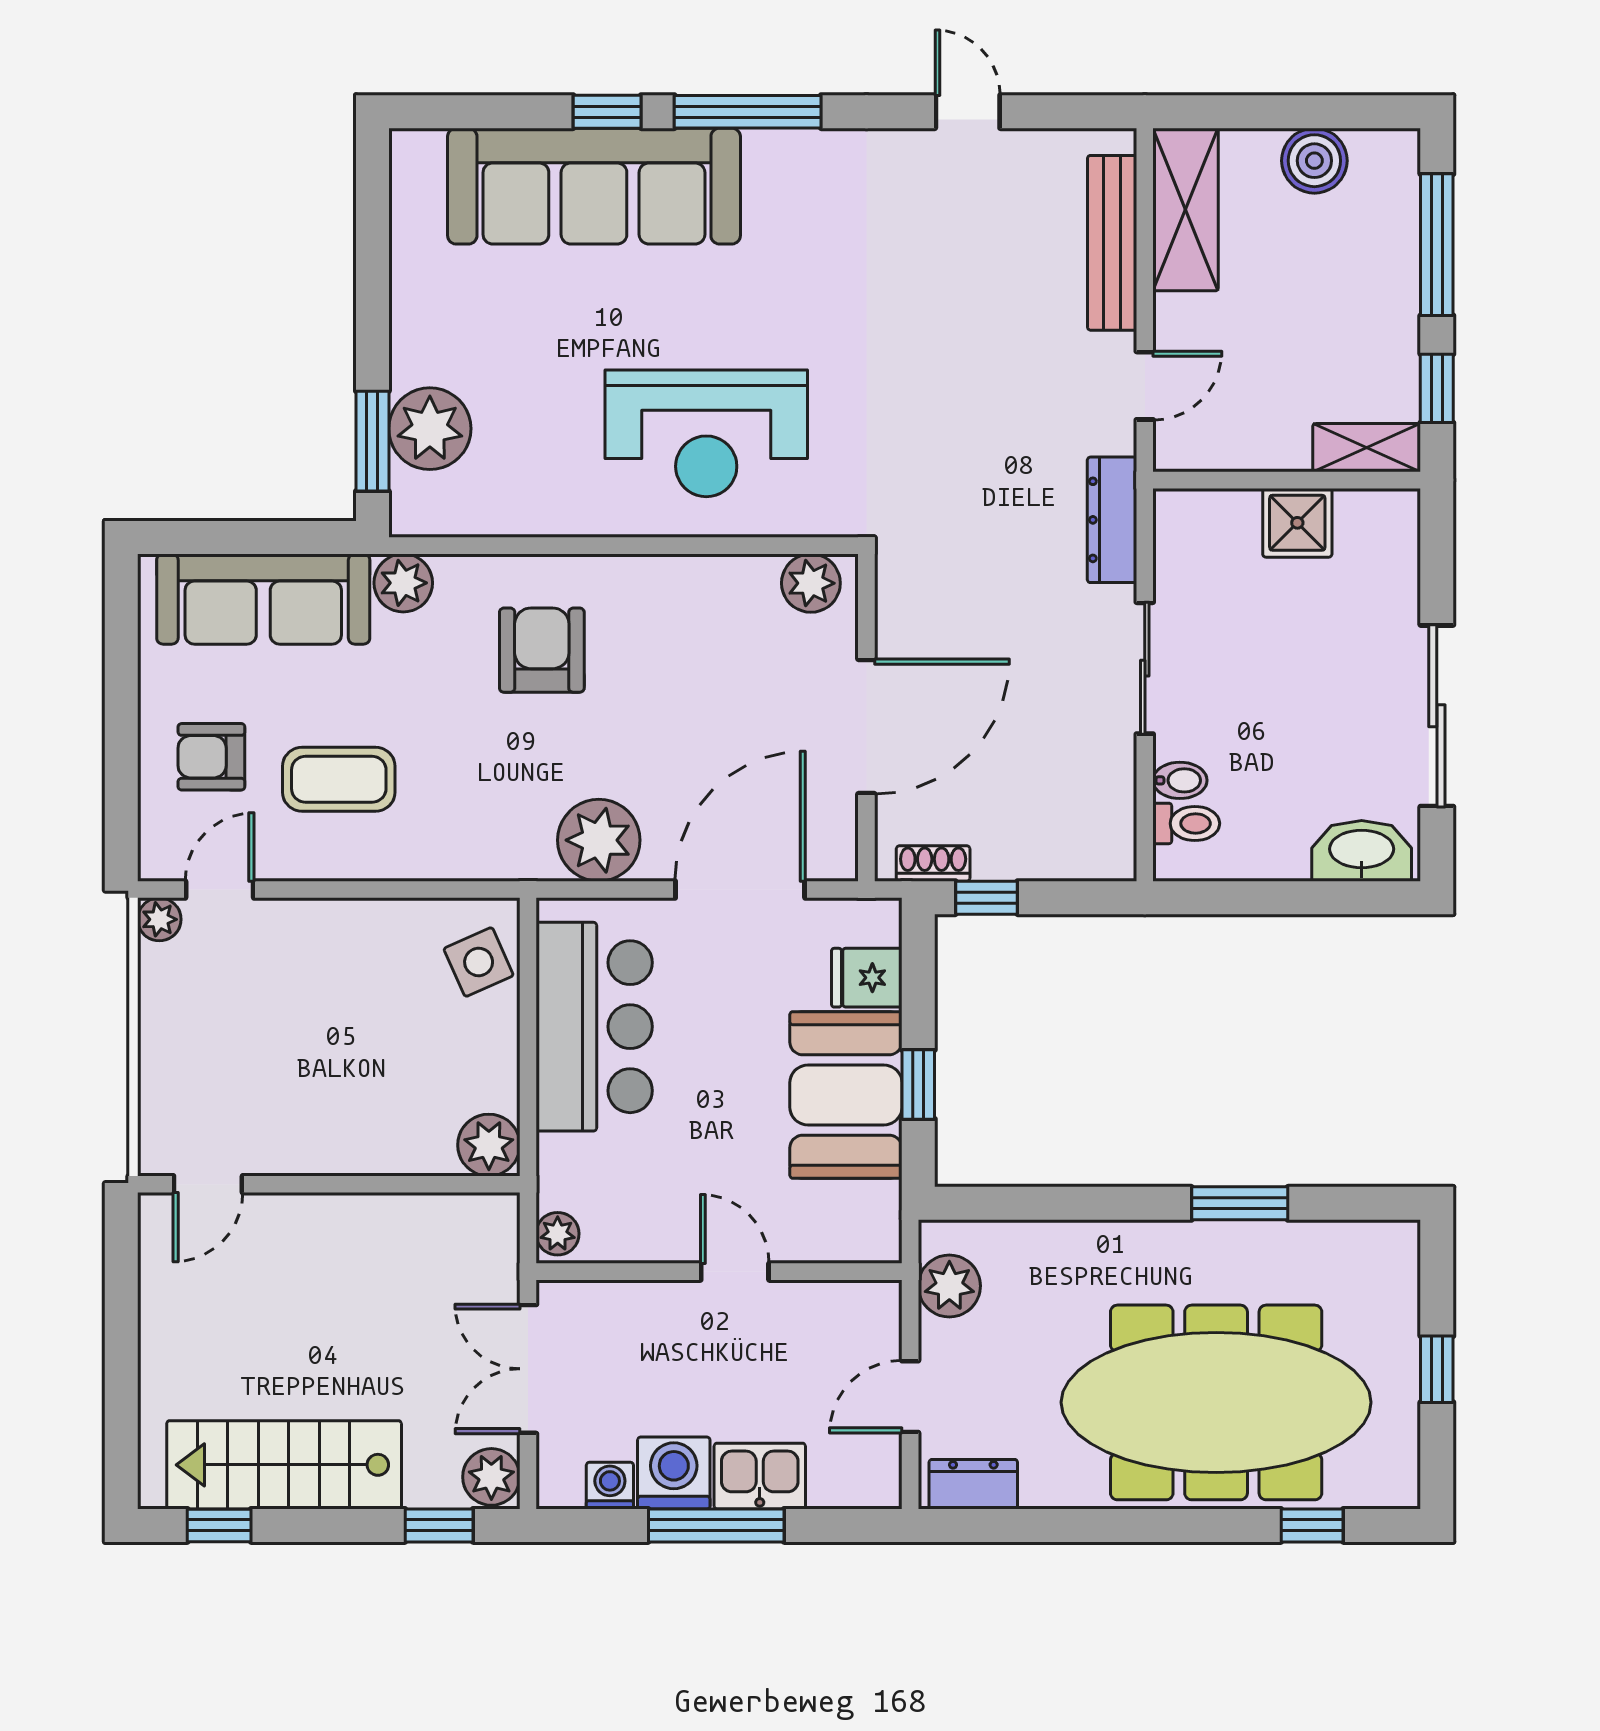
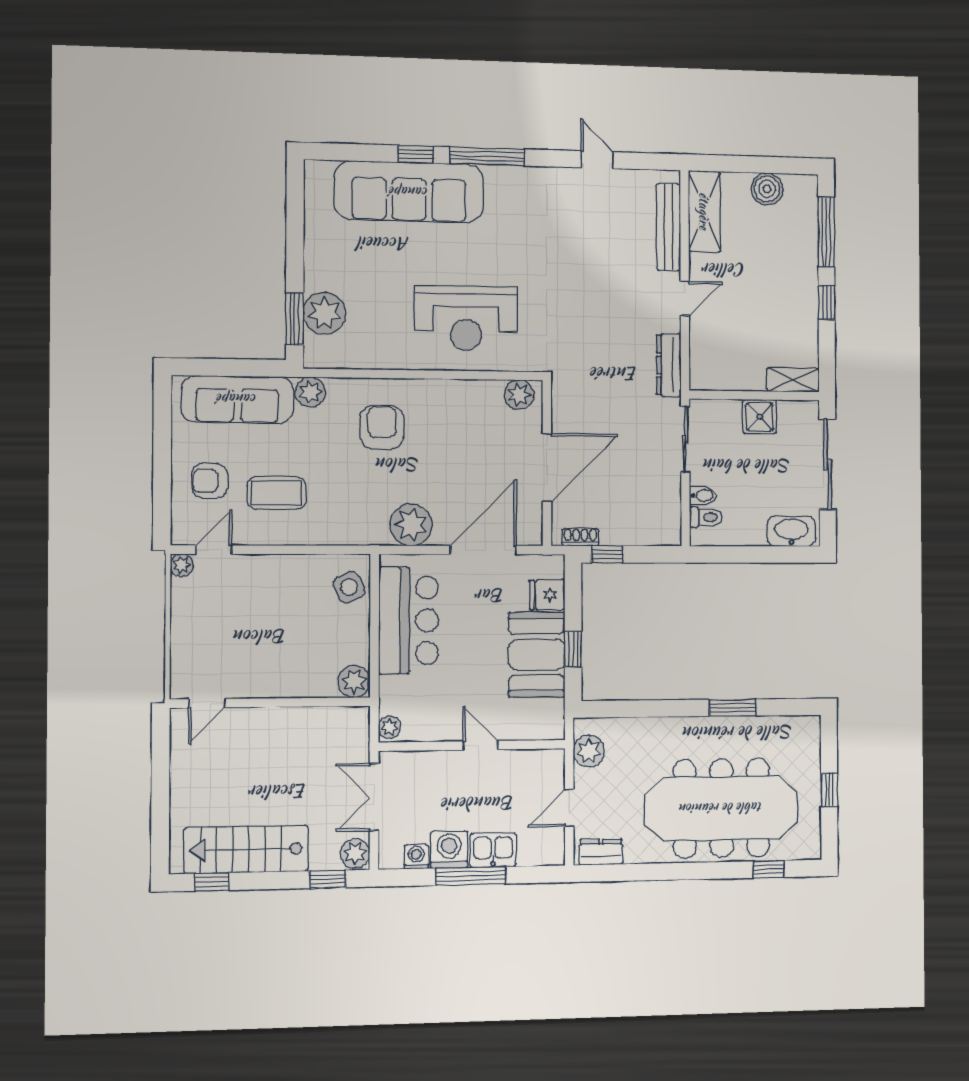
shelving: (1367, 448) -> (793, 380), moved
wall: (1287, 480) -> (754, 395), moved
shower: (1297, 523) -> (760, 417), moved

